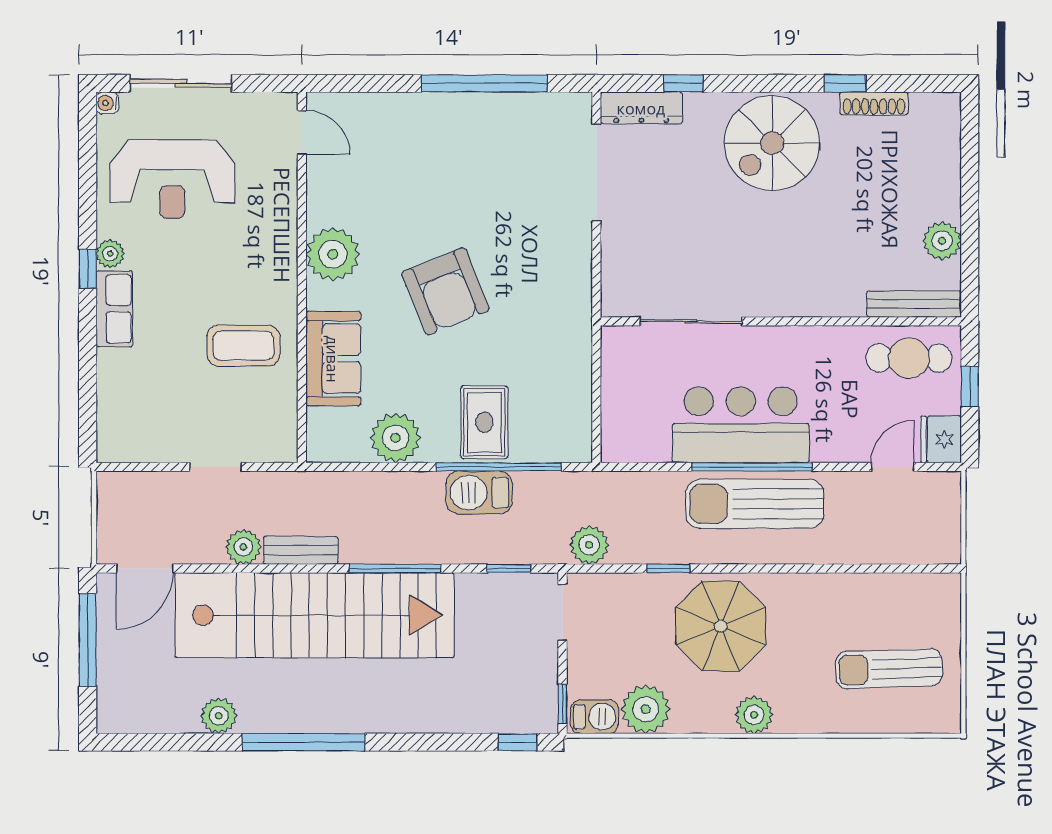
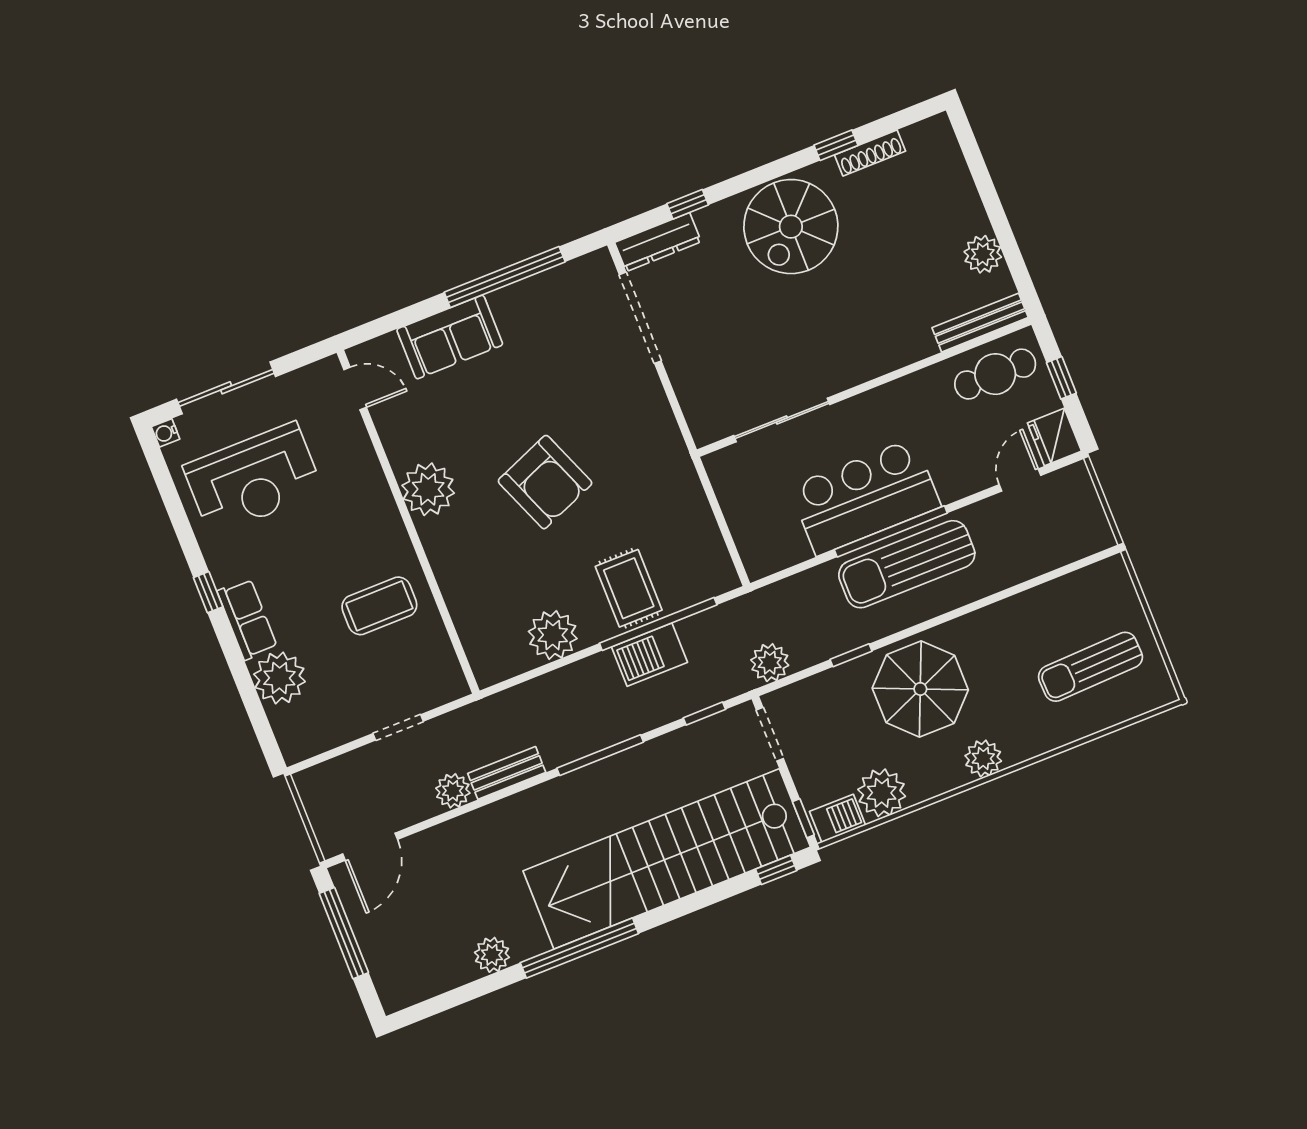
plant: (110, 254) -> (279, 678), moved, width x1.88, depth x1.88
sofa: (333, 359) -> (450, 337), moved, turned 90
stairs: (315, 615) -> (667, 859), moved, turned 180

